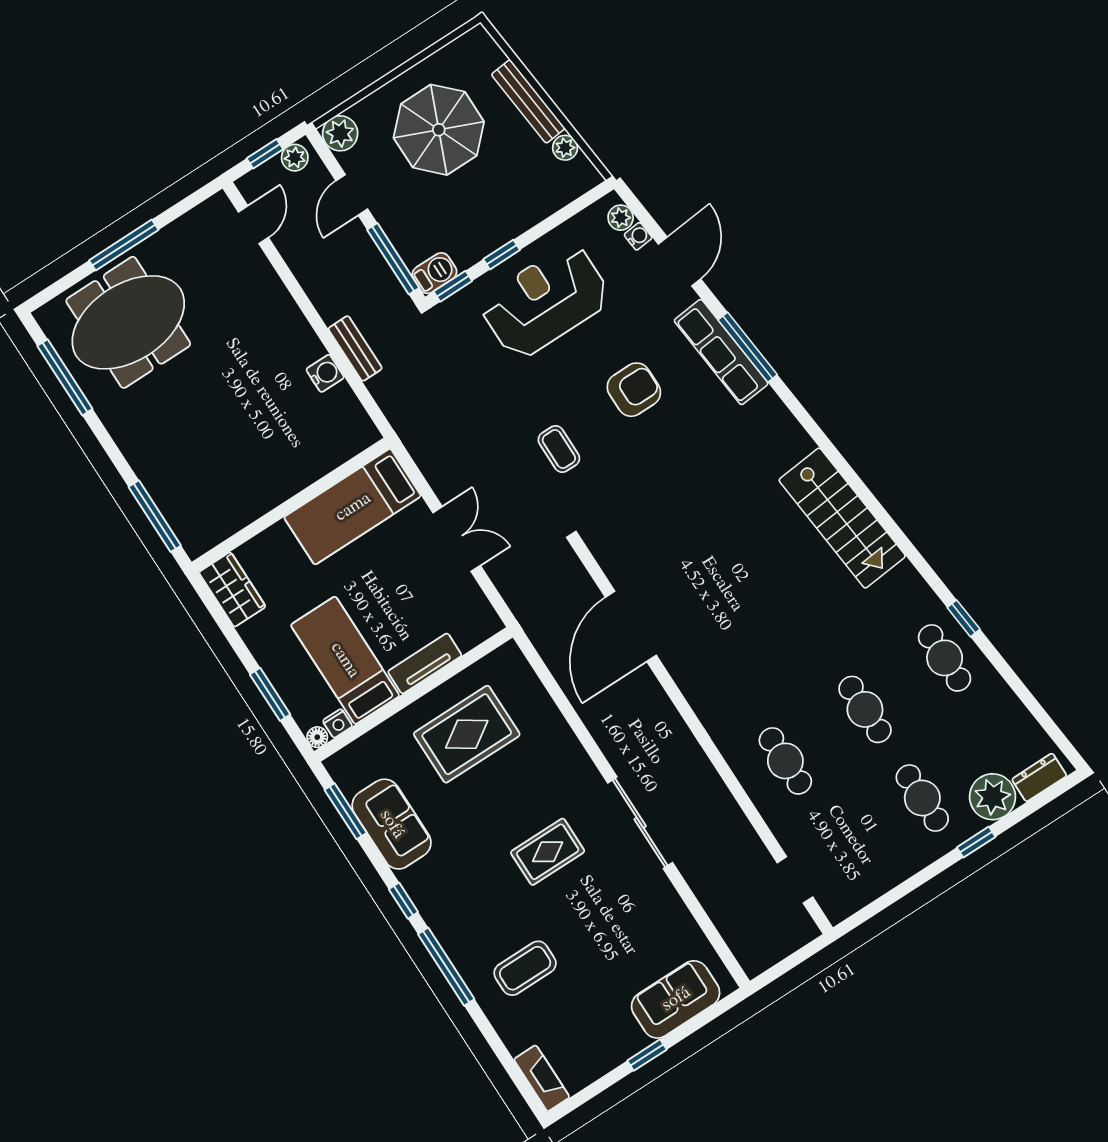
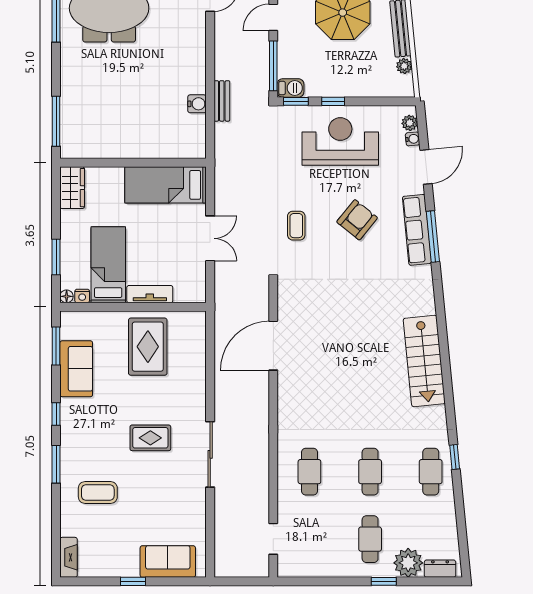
armchair: (634, 390) -> (357, 220), turned -51
rug: (467, 734) -> (148, 347), turned 90
window: (446, 967) -> (56, 464), width x0.69

